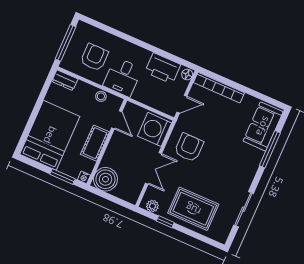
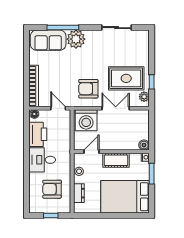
window: (65, 43) -> (51, 215), width x0.46
desk: (123, 77) -> (42, 160), moved, turned 180
dresser: (65, 80) -> (79, 193), moved
plant: (251, 158) -> (76, 39), added
boiler: (105, 179) -> (144, 145), width x0.54, depth x0.54
rug: (193, 209) -> (126, 78), moved, turned 90

